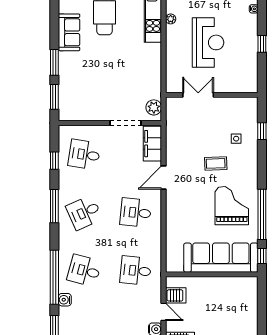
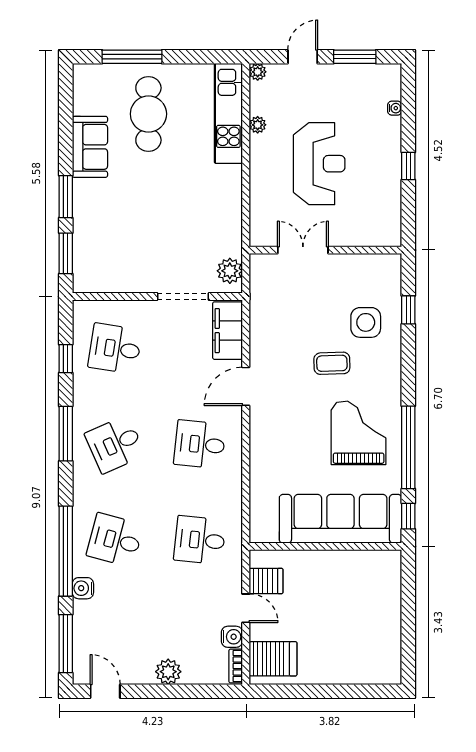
side table: (236, 139) -> (366, 322), width x1.87, depth x1.87

